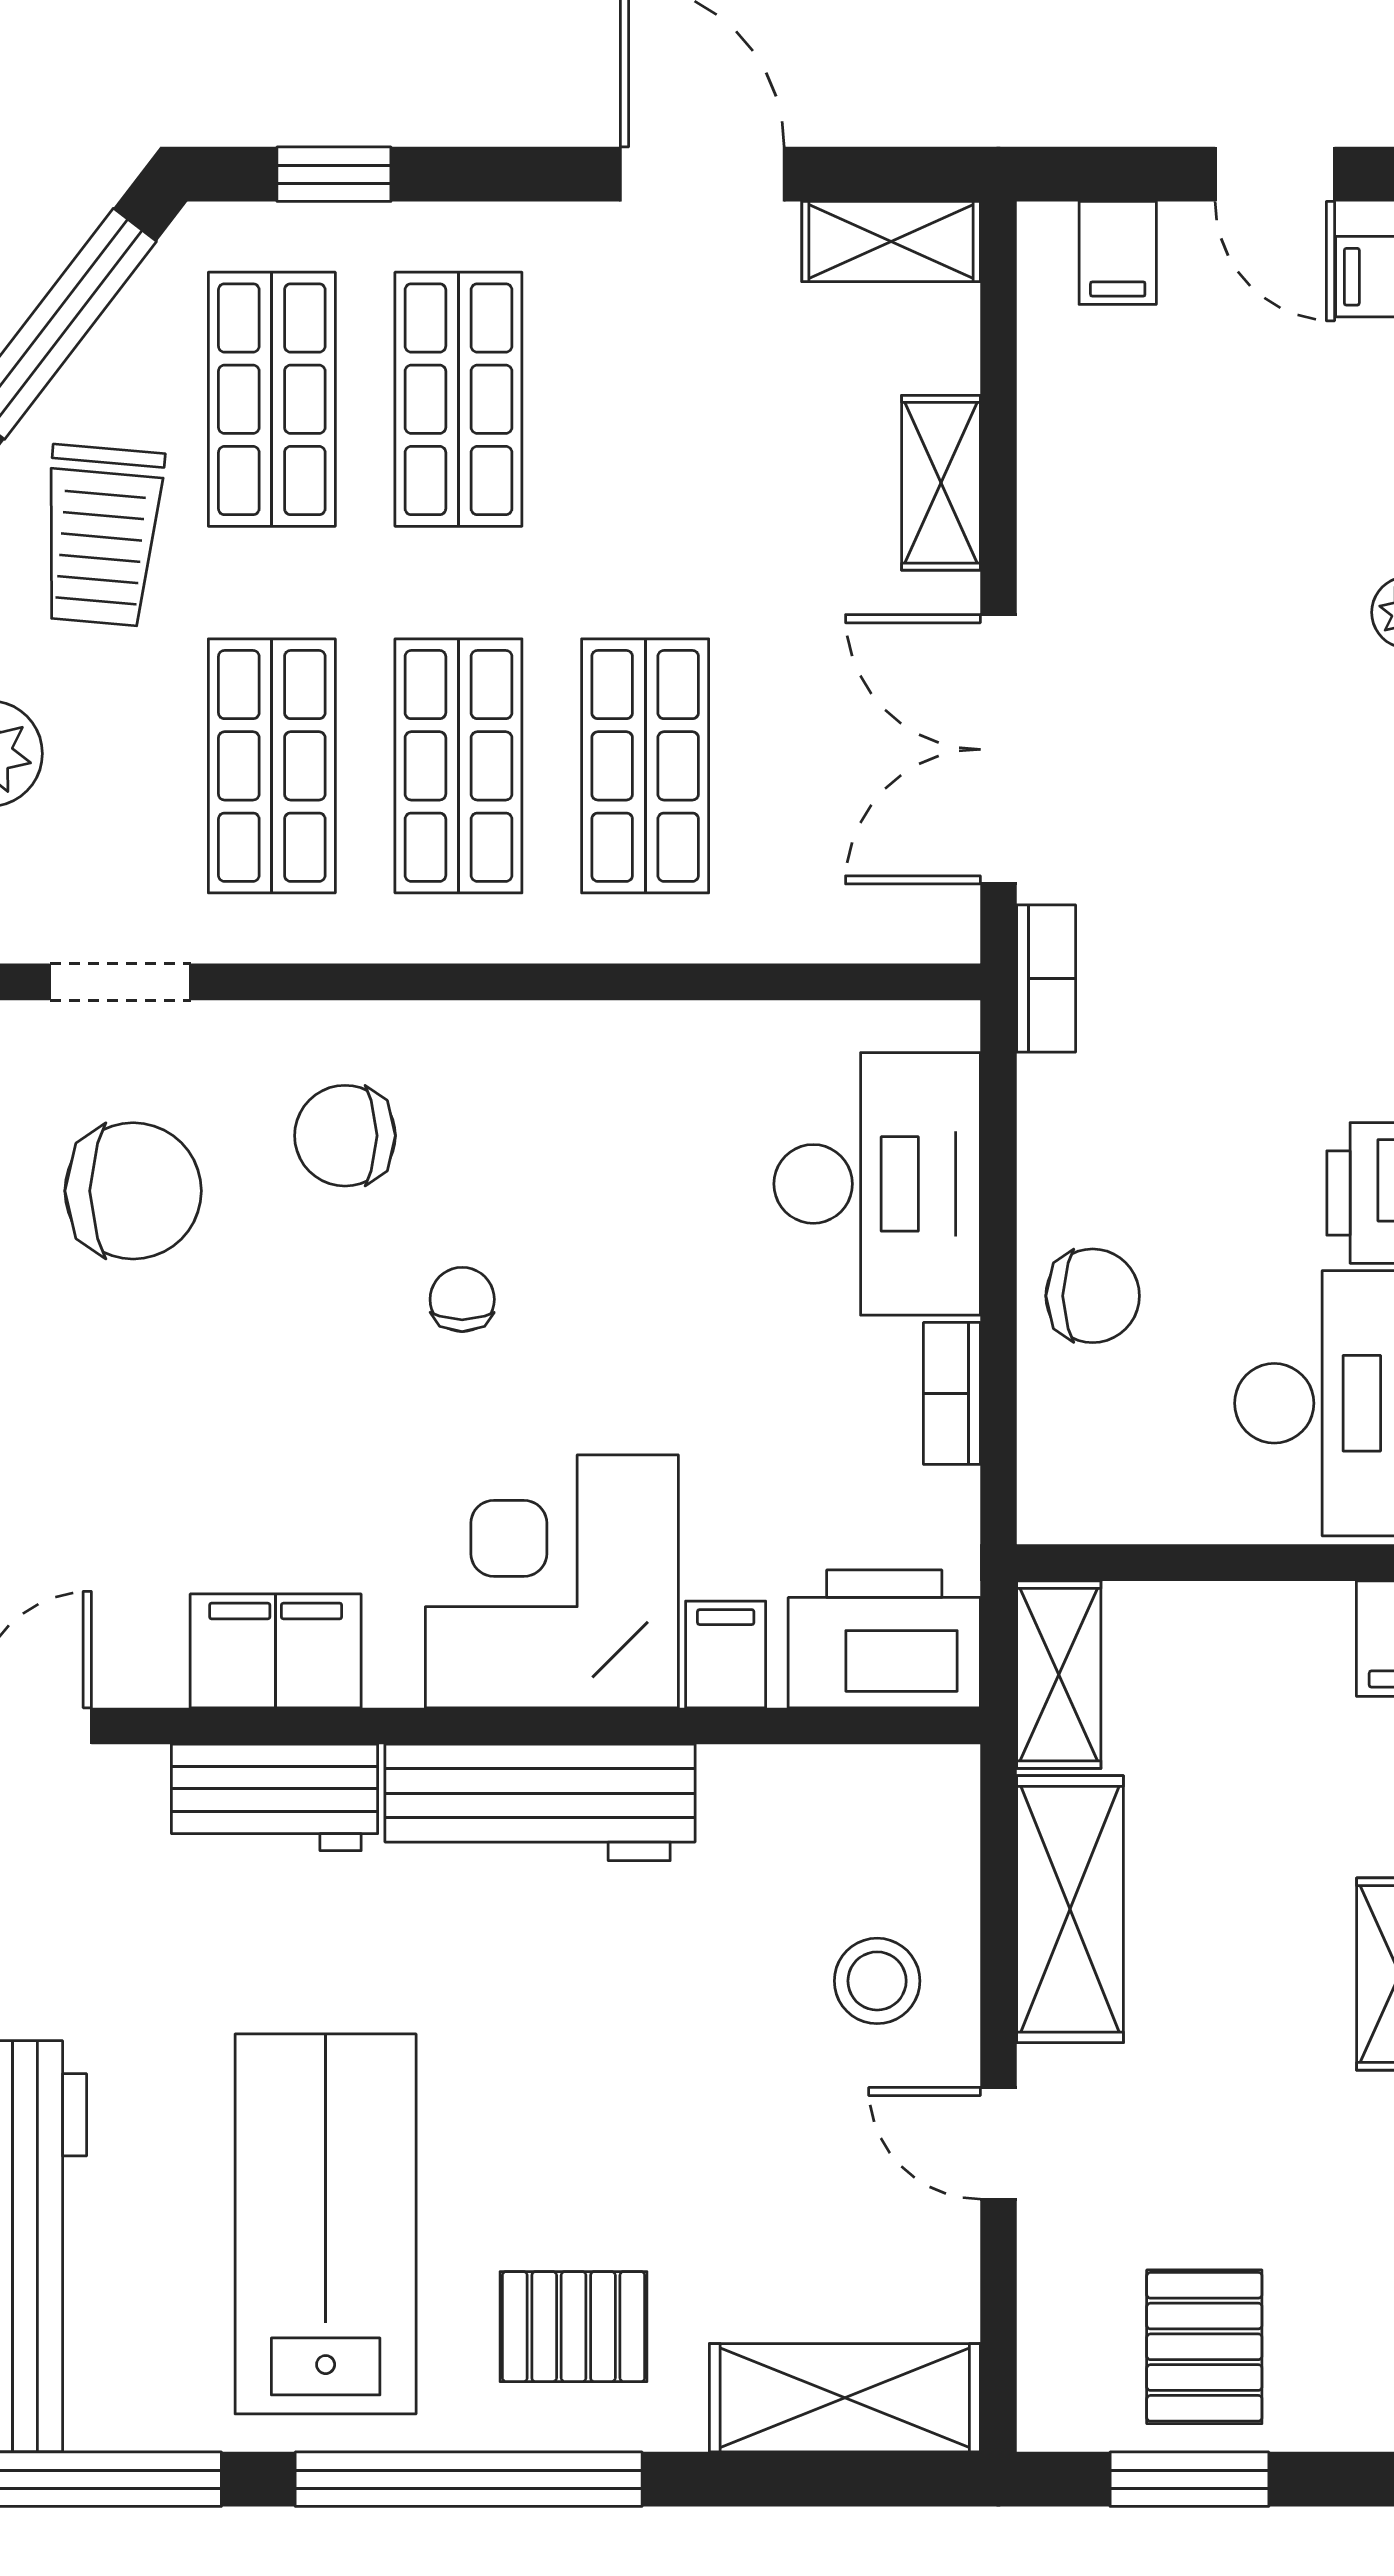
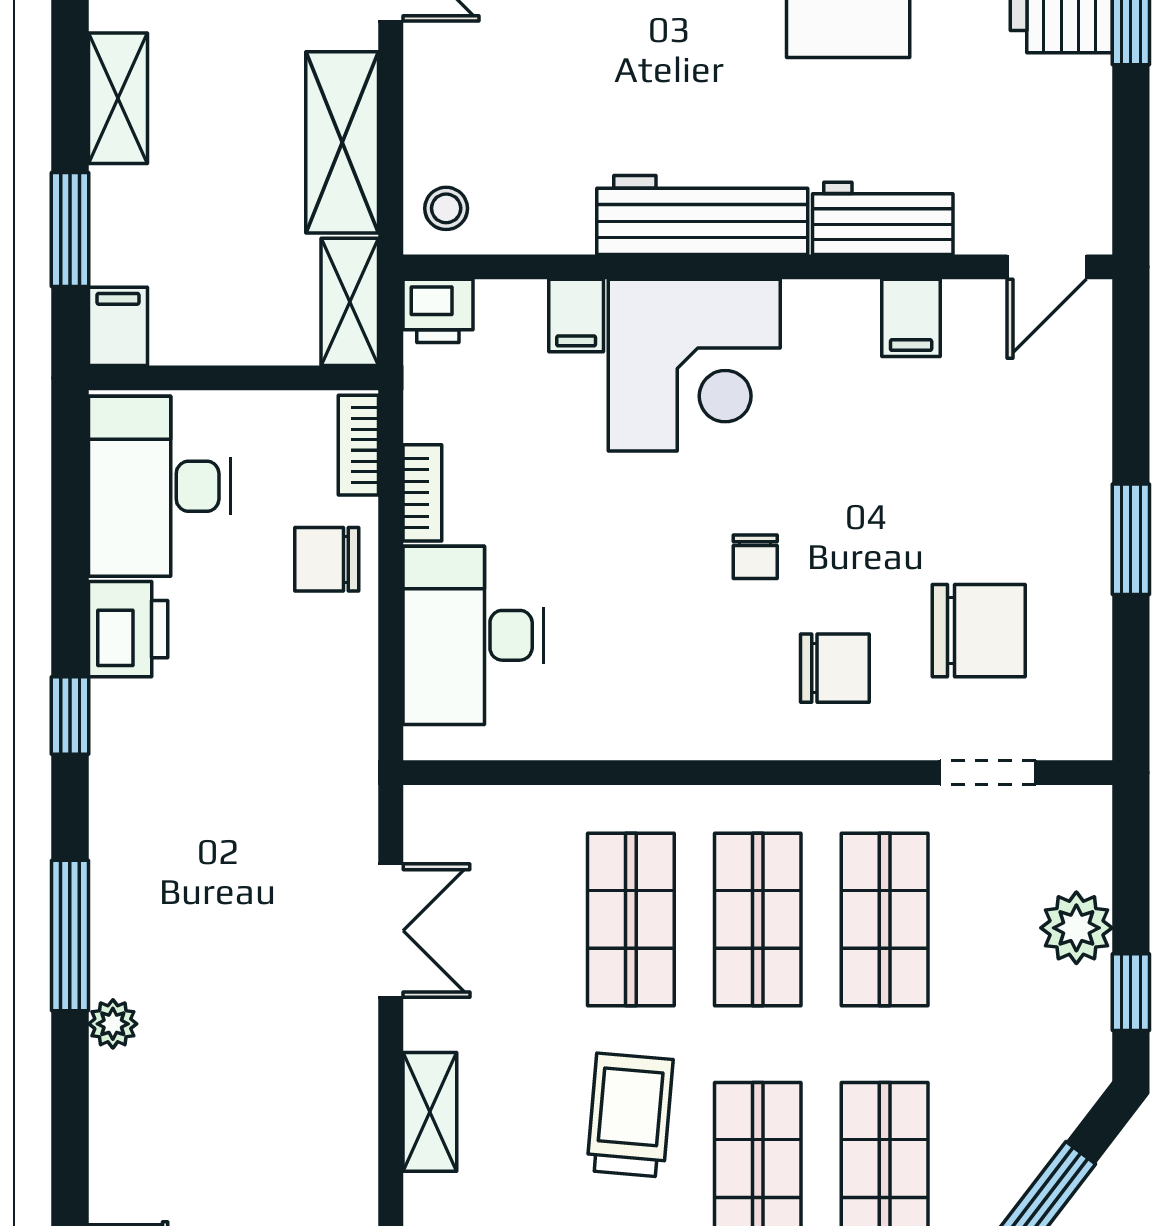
trolley: (102, 536) -> (630, 1115), moved
double door: (998, 749) -> (391, 931), width x0.73
bookcase: (1046, 979) -> (358, 445), moved
chair: (133, 1191) -> (979, 631), turned 180
printer: (884, 1639) -> (438, 311), width x0.53, depth x0.68
filing cabinet: (276, 1651) -> (911, 318), width x0.50
stool: (877, 1981) -> (446, 208), moved, width x0.73, depth x0.73

